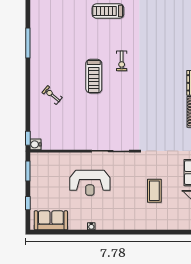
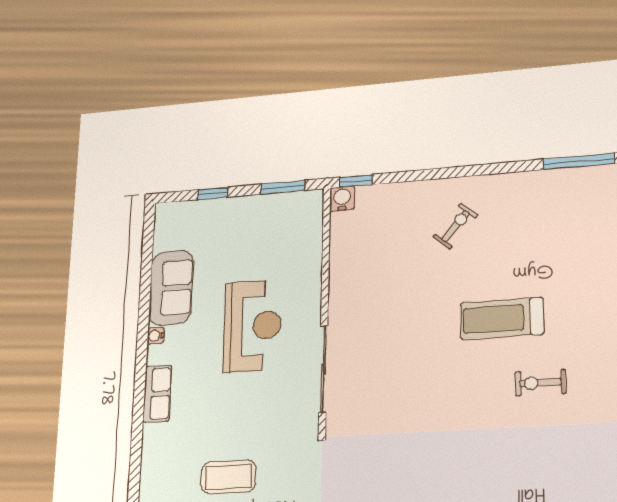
reception desk: (90, 183) -> (252, 326), turned 180
sofa: (51, 220) -> (171, 288), moved
row of seats: (117, 224) -> (157, 394), added

